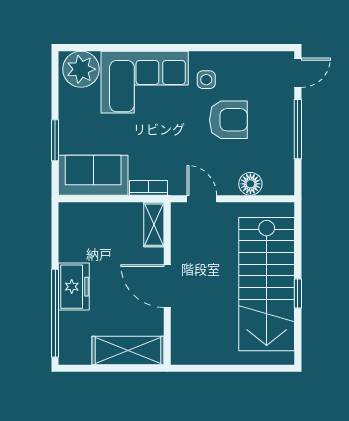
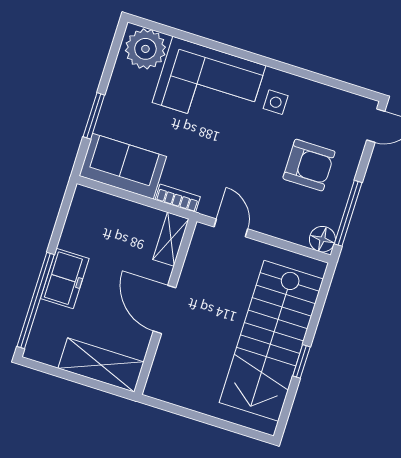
armchair: (228, 120) -> (309, 165), moved
window: (298, 129) -> (348, 213), moved
floor lamp: (250, 184) -> (322, 239), moved

